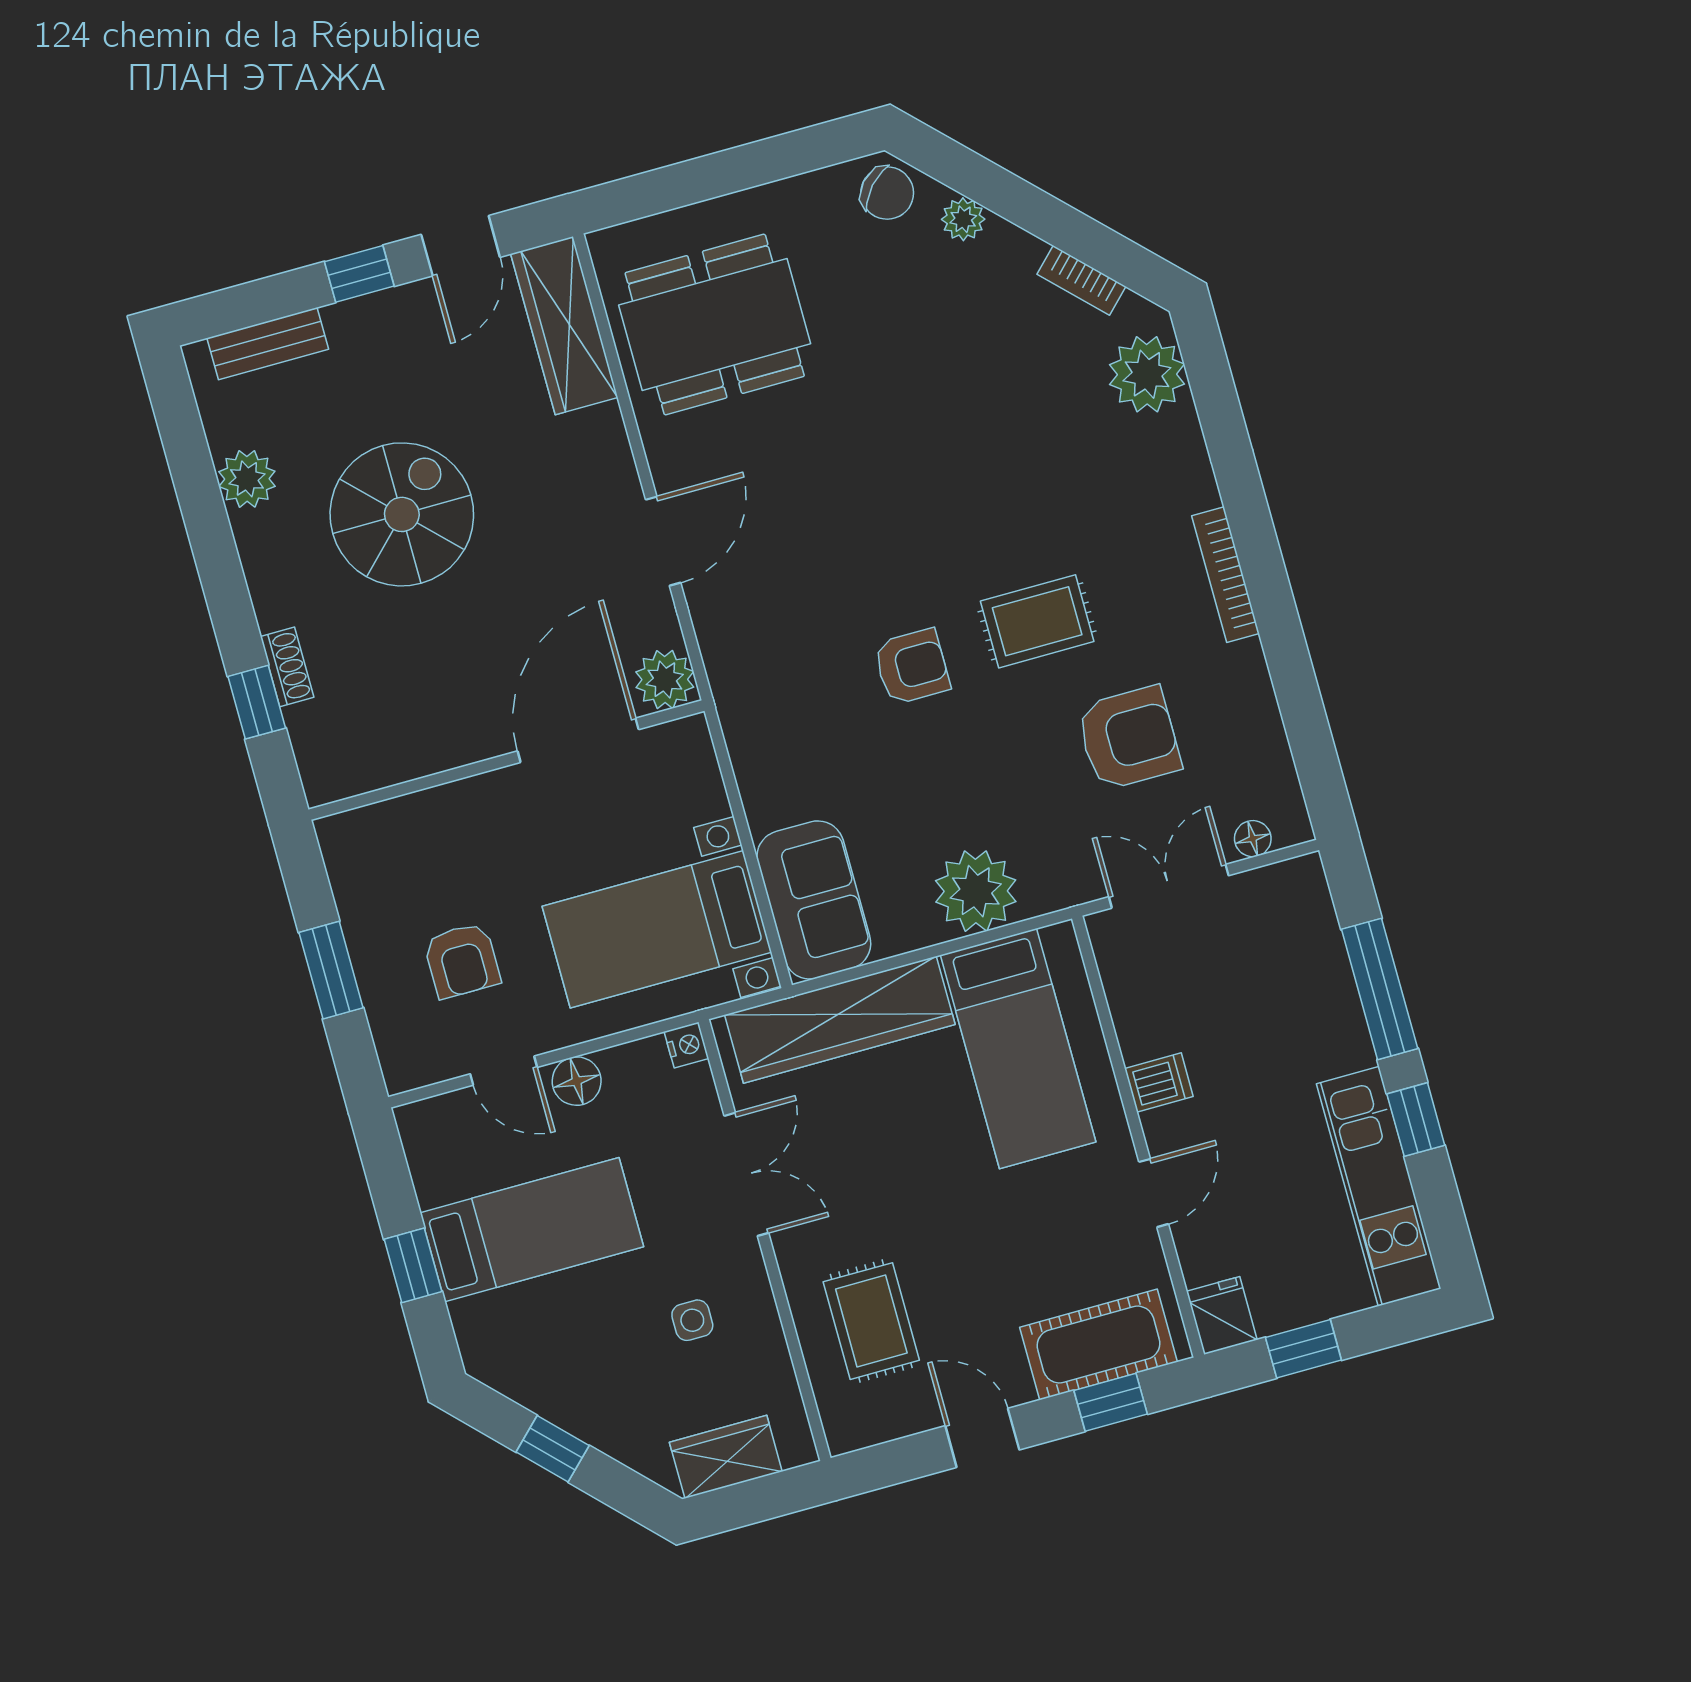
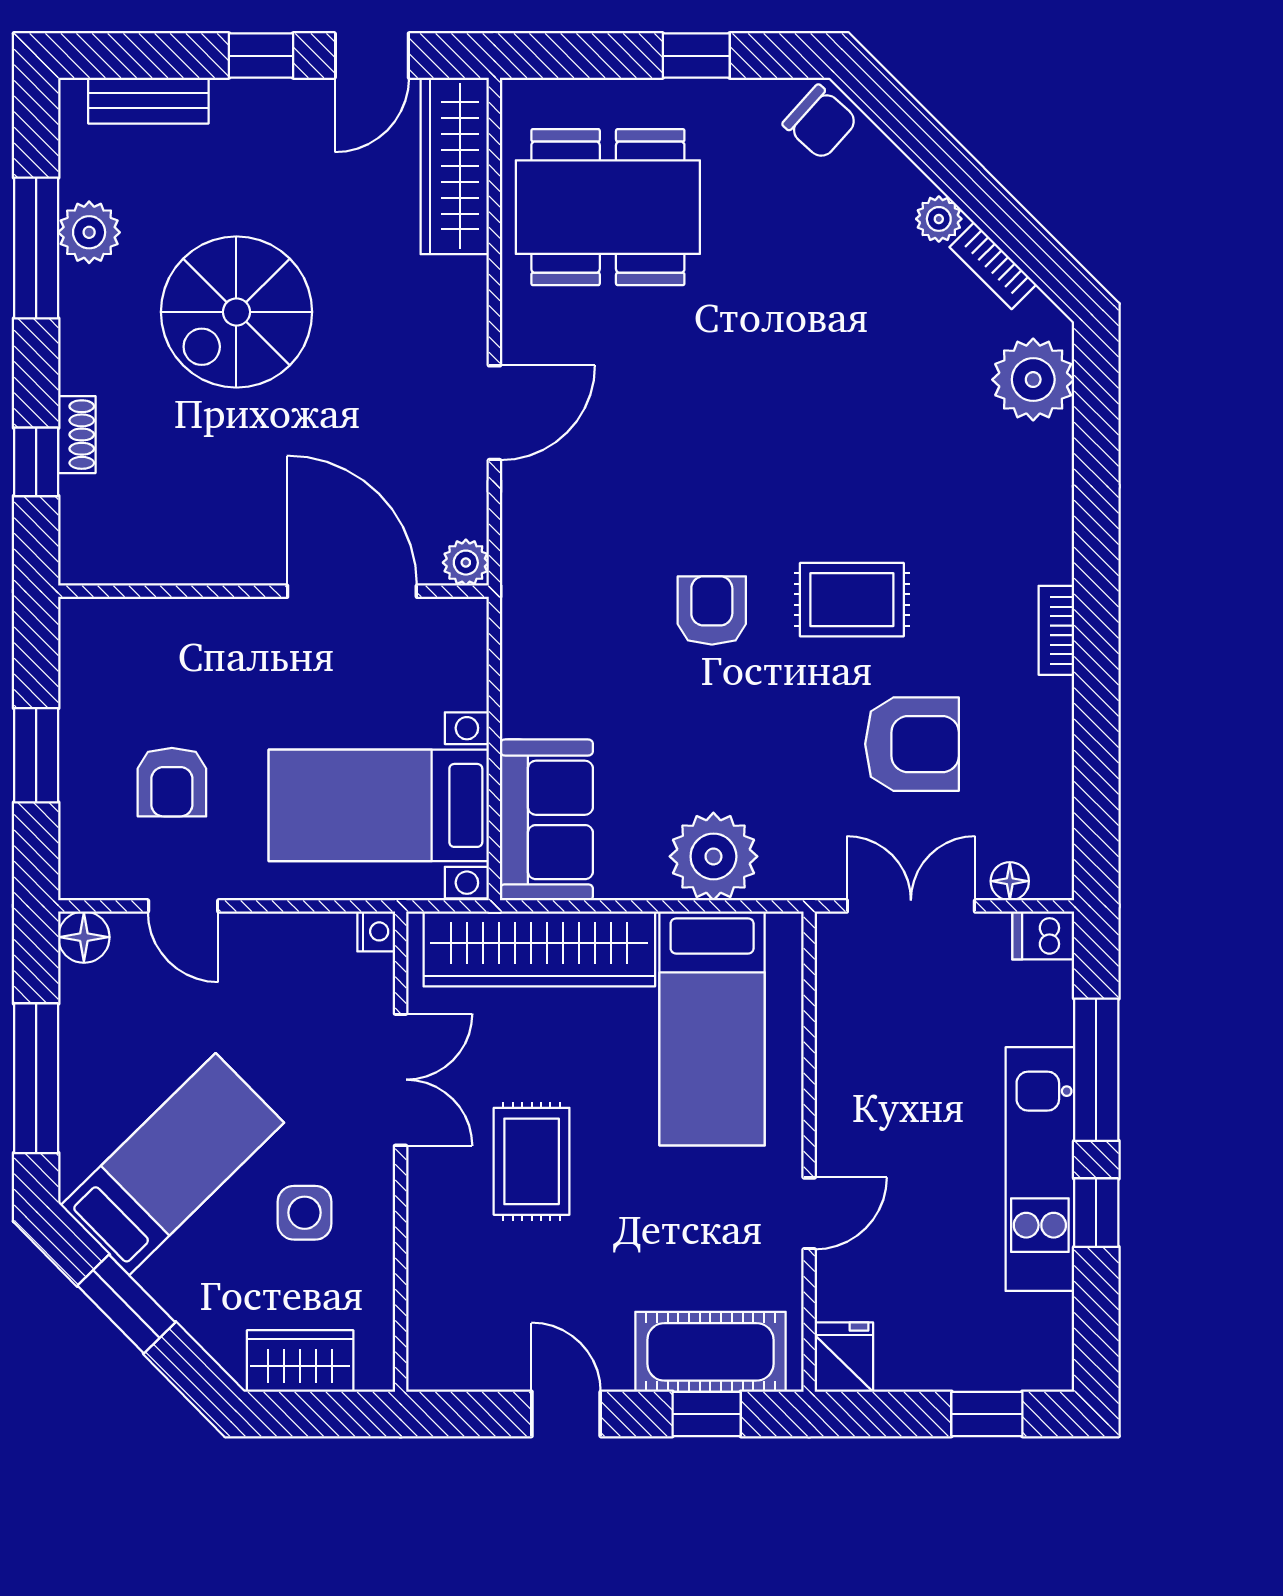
window: (757, 164) -> (696, 56), added
plant: (963, 219) -> (939, 219), moved
window: (203, 507) -> (36, 248), added
spiral stairs: (402, 514) -> (236, 312), turned 180
bookcase: (1225, 575) -> (1056, 630), width x0.64
armchair: (912, 667) -> (712, 610), turned -90
plant: (665, 680) -> (466, 563), width x0.73, depth x0.73
door: (578, 740) -> (352, 591), hinge flipped
floor lamp: (577, 1081) -> (84, 937), moved
dishwasher: (1159, 1083) -> (1043, 935), moved, turned 180
kitchen unit: (1379, 1186) -> (1040, 1169), moved
bed: (532, 1230) -> (172, 1164), moved, turned -45
window: (413, 1265) -> (36, 1078), width x2.17
side table: (692, 1320) -> (305, 1213), width x1.37, depth x1.37
rug: (871, 1321) -> (532, 1161), moved
window: (1303, 1349) -> (987, 1414), moved
window: (553, 1449) -> (126, 1304), width x1.50

